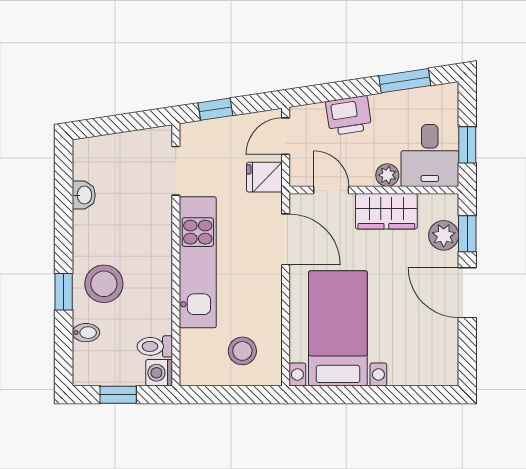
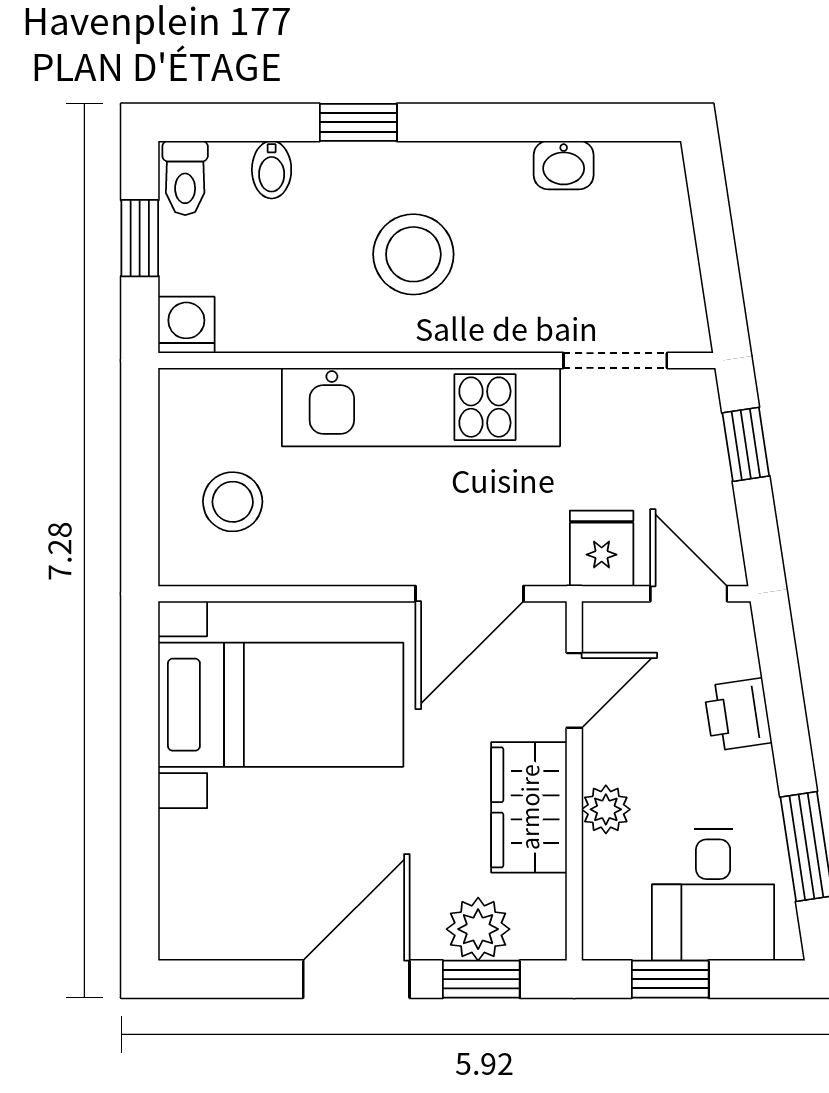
printer: (349, 116) -> (738, 715), width x0.73, depth x0.81
desk: (430, 156) -> (713, 895), moved, turned -90
stool: (104, 284) -> (413, 254), moved
toilet: (155, 346) -> (185, 178), moved, turned 180

